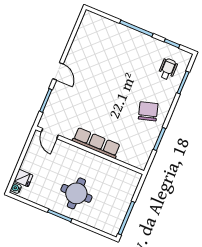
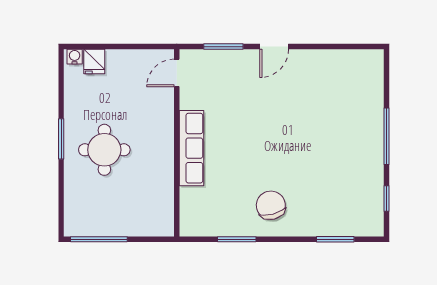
wheelchair: (168, 69) -> (346, 208), removed
chair: (148, 111) -> (271, 205), turned -89

